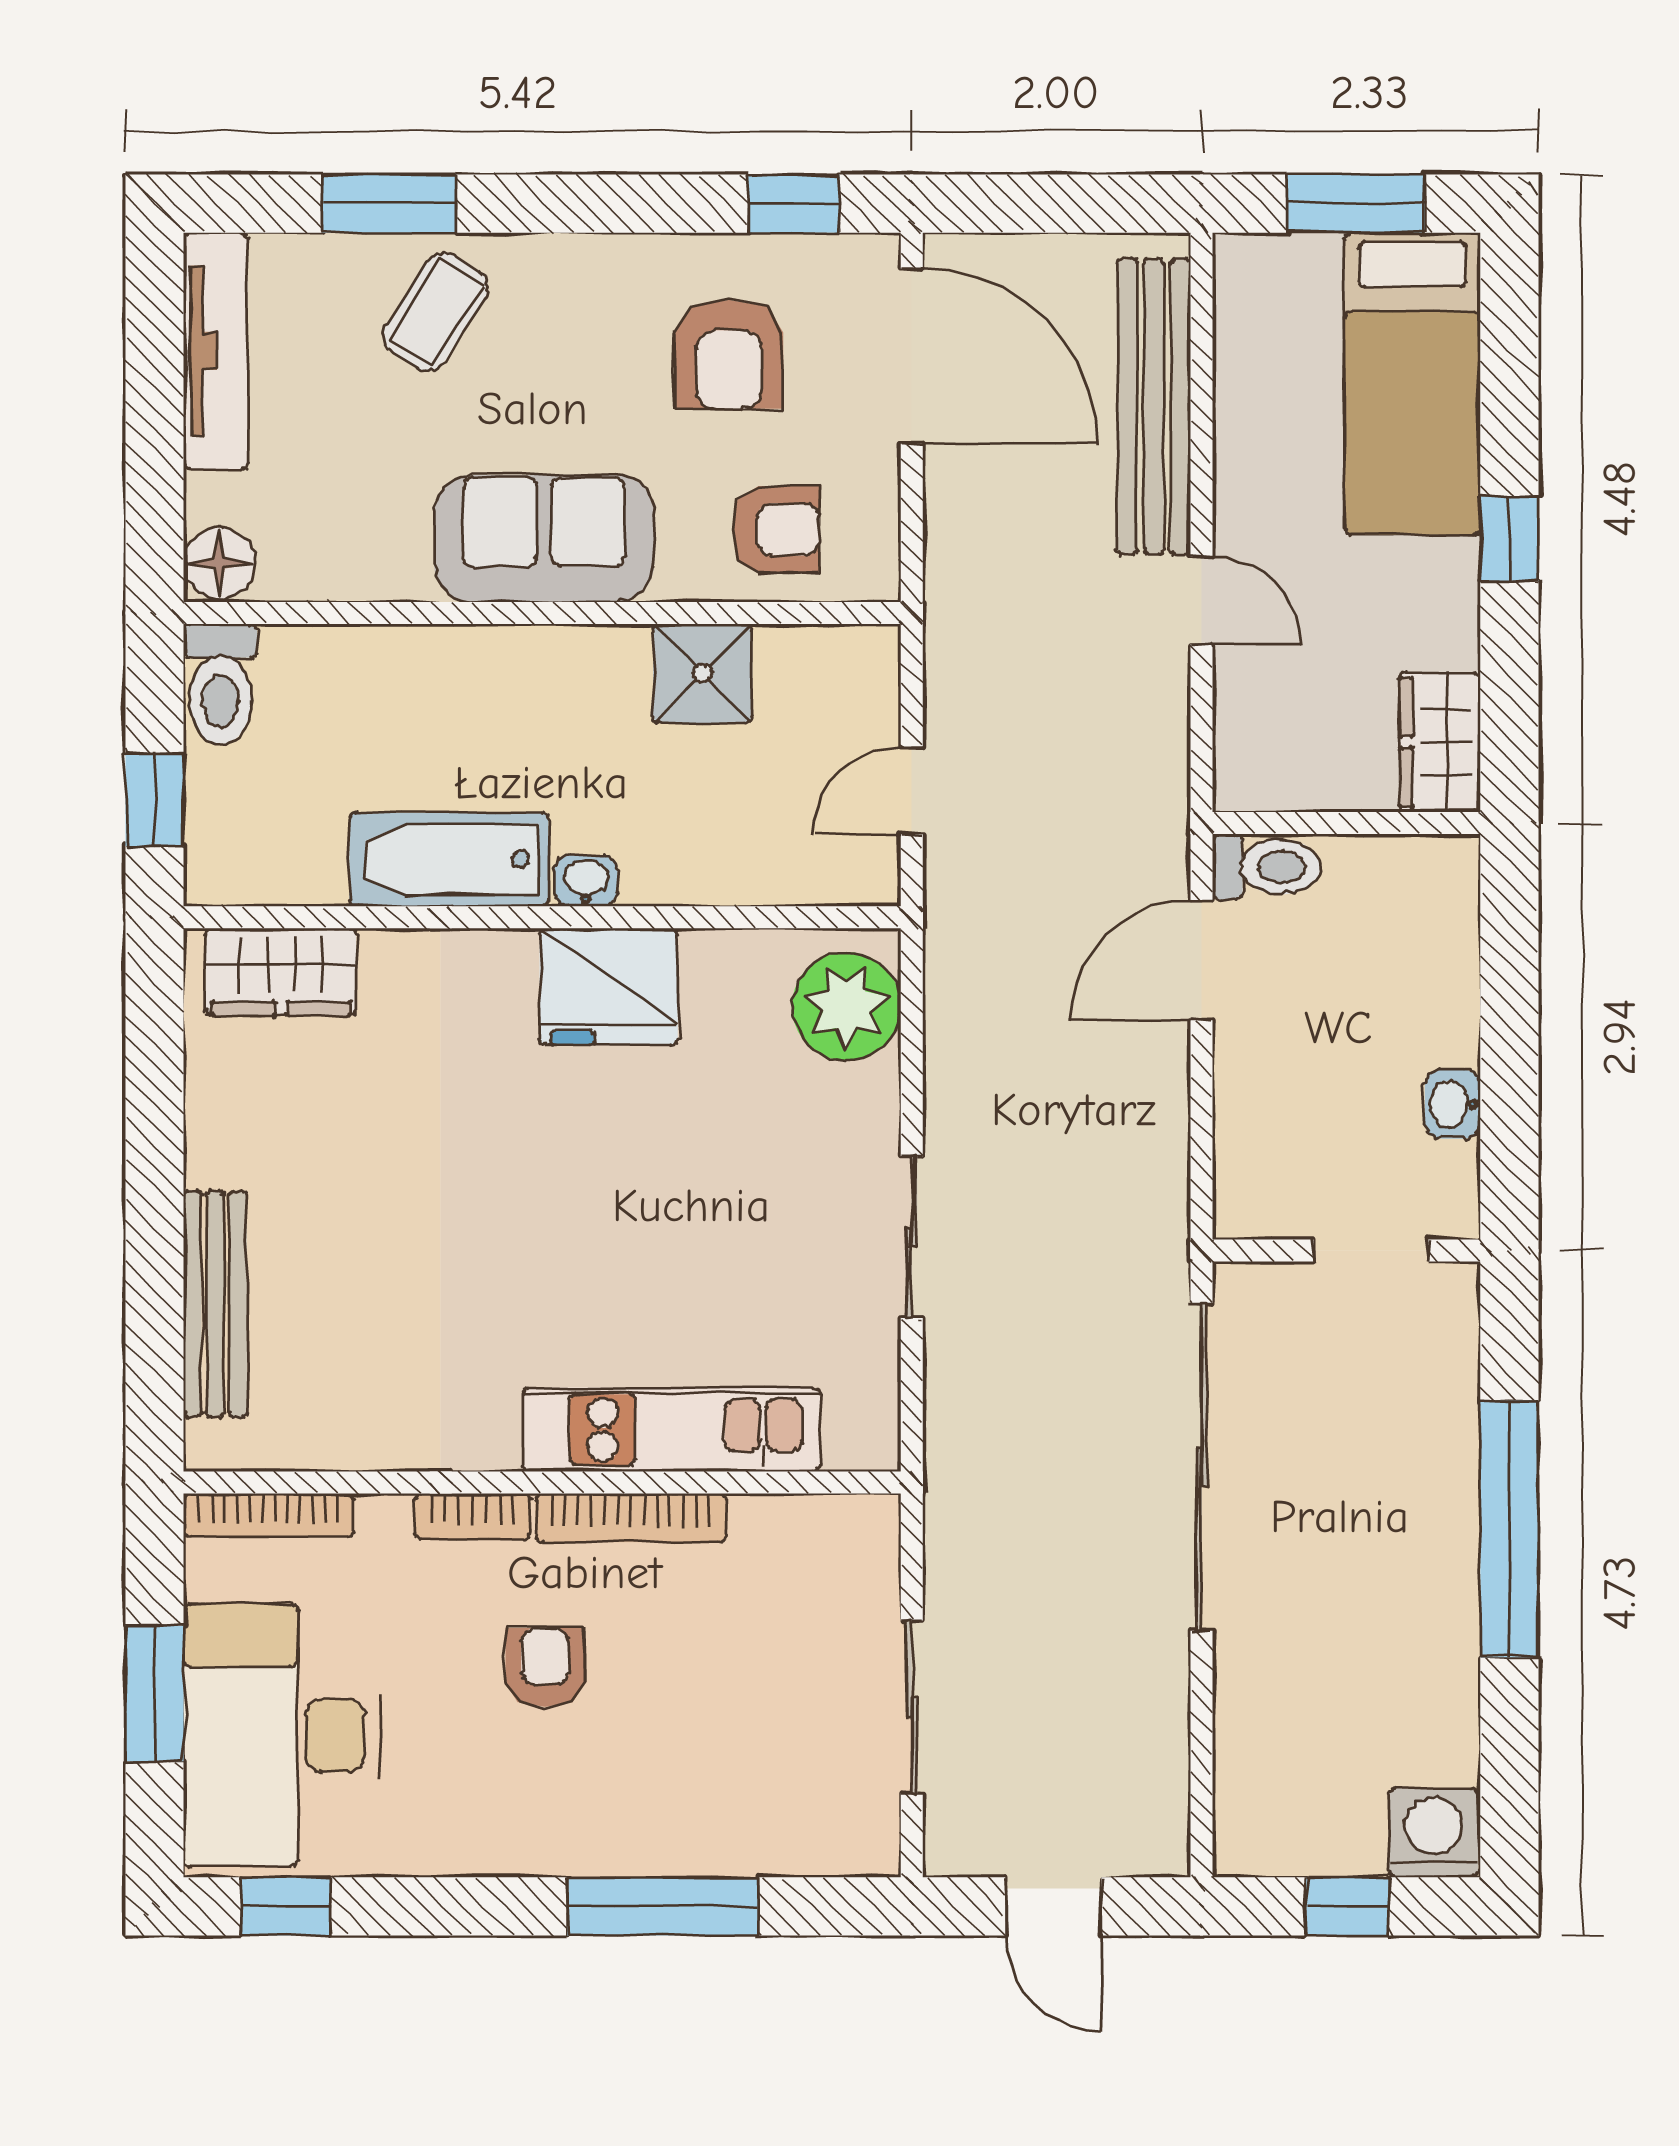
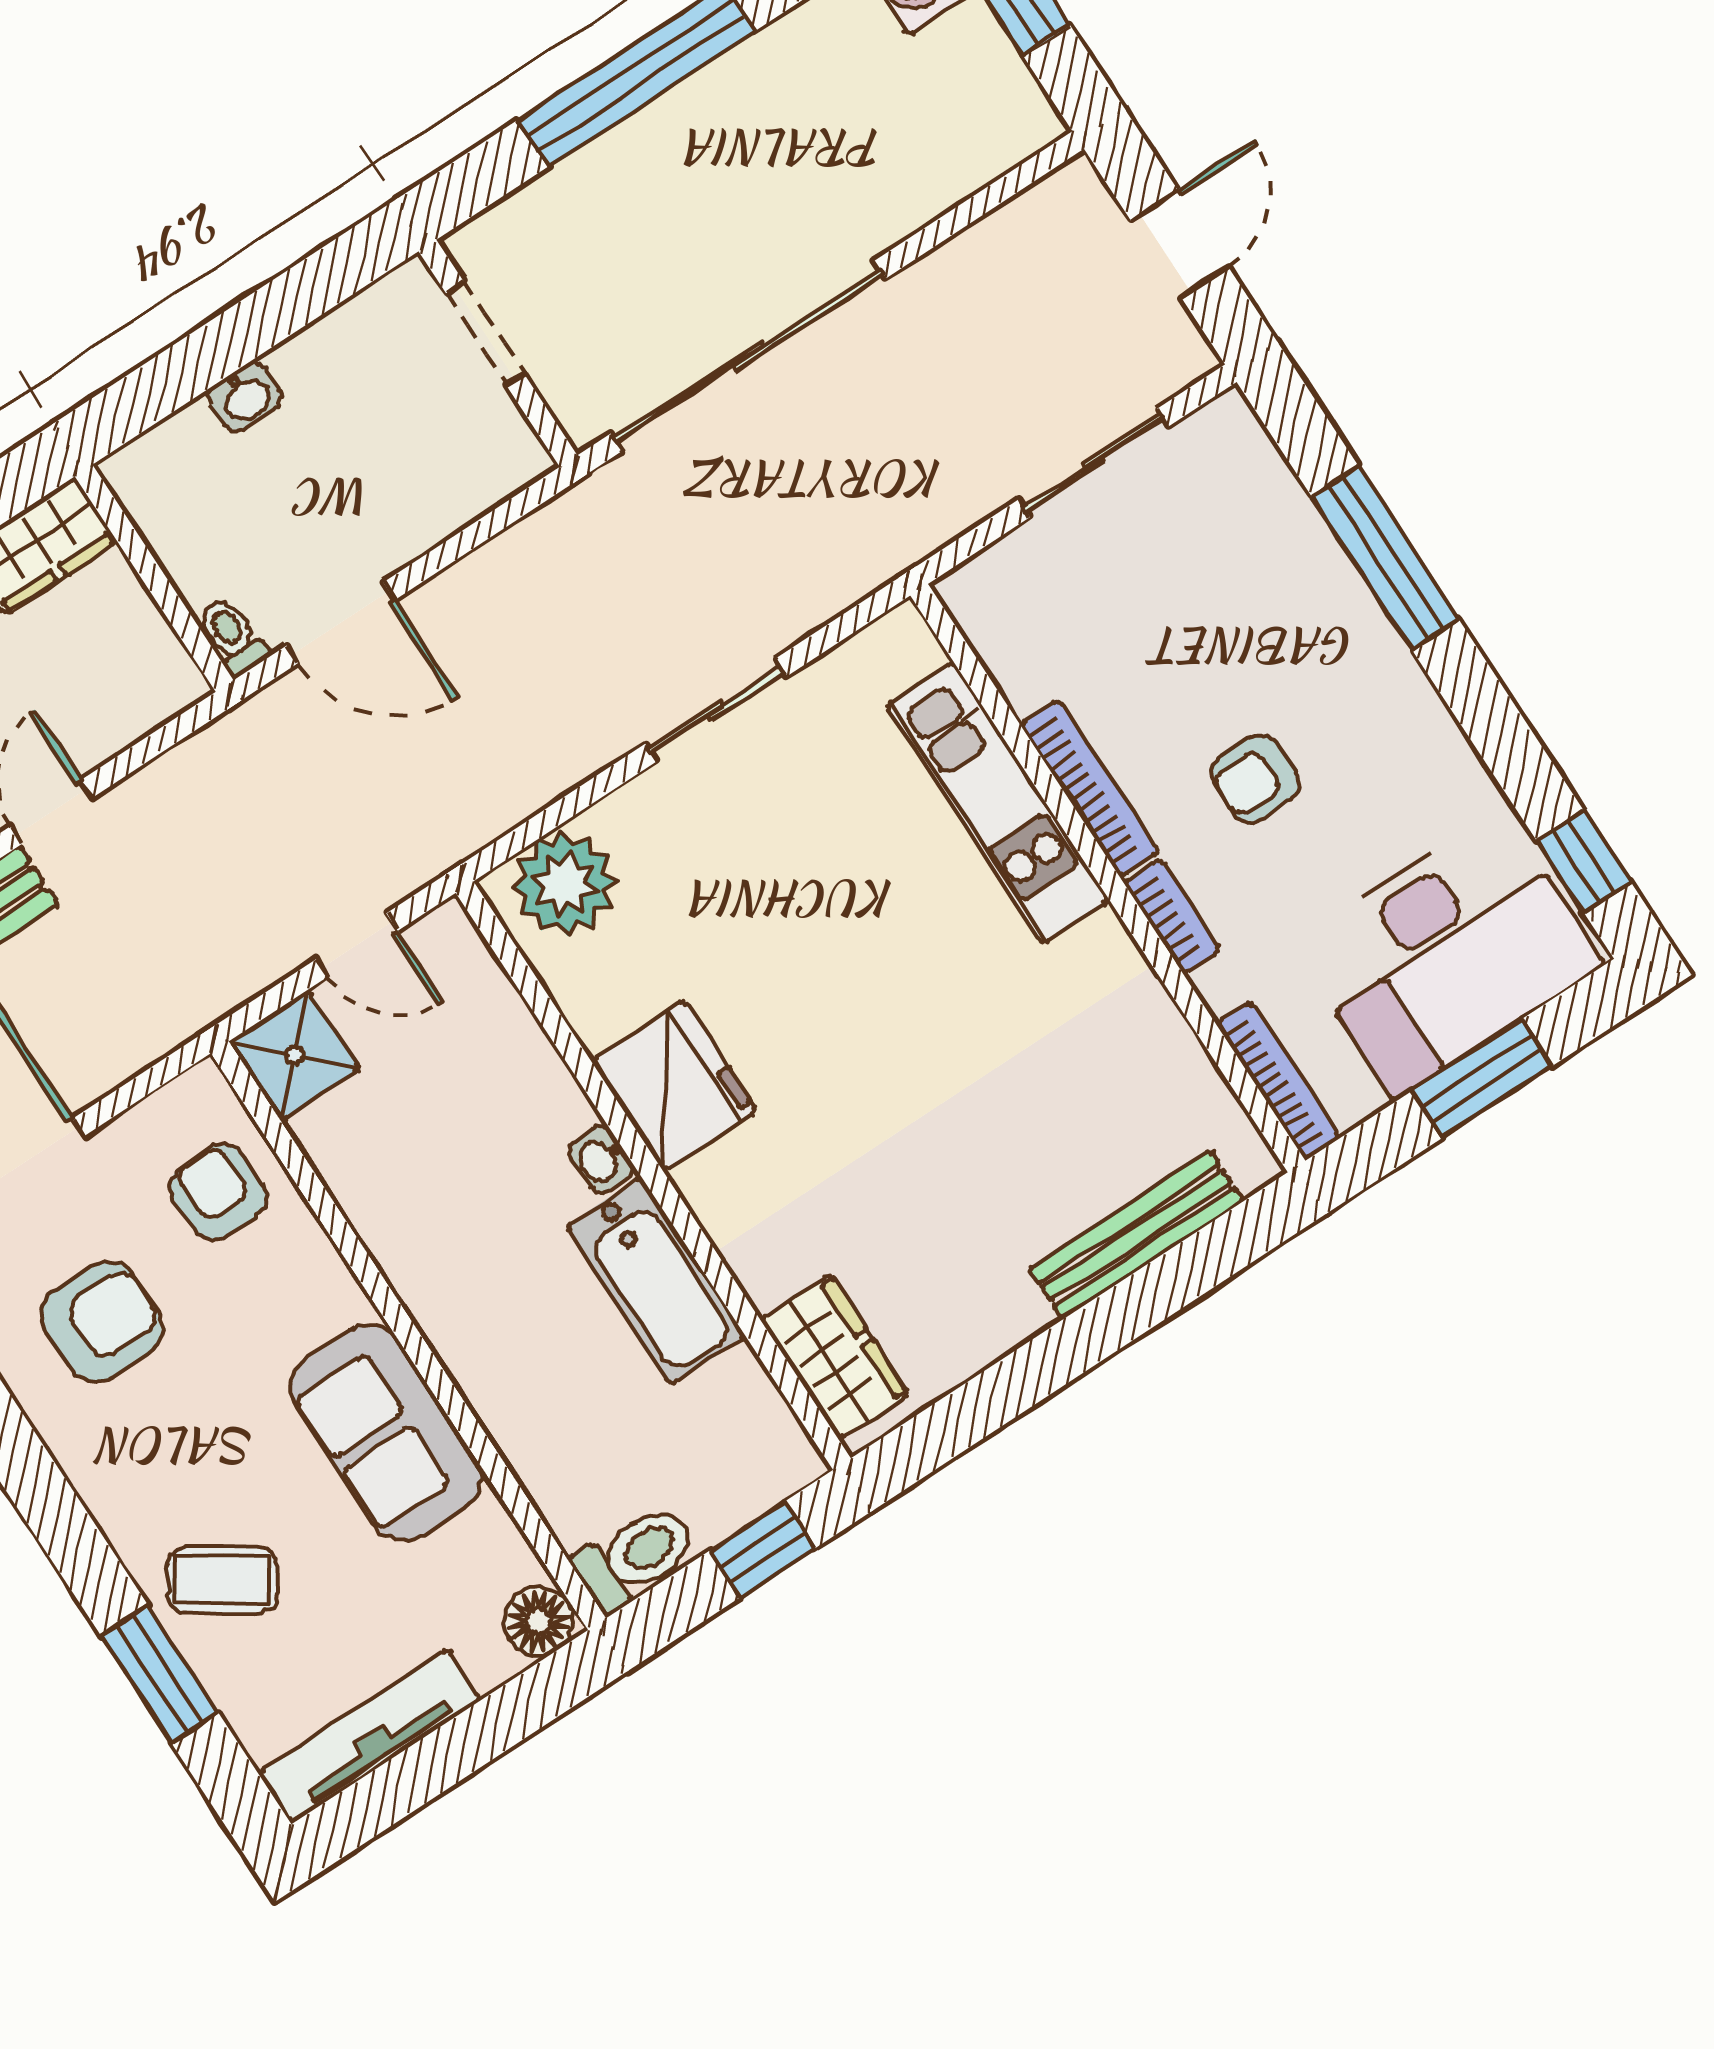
sofa: (544, 538) -> (386, 1433), moved
shower: (703, 673) -> (294, 1055), moved
toilet: (1266, 867) -> (232, 636), width x0.73, depth x0.72
washbasin: (1453, 1104) -> (245, 397), moved

